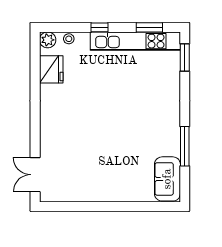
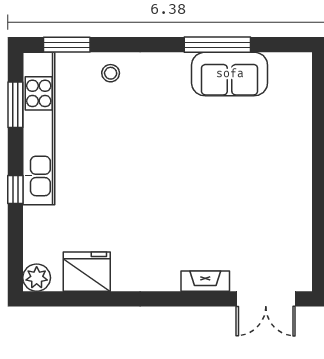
stool: (69, 39) -> (111, 73), moved
fireplace: (46, 139) -> (205, 281), added
sofa: (167, 179) -> (230, 74), moved

